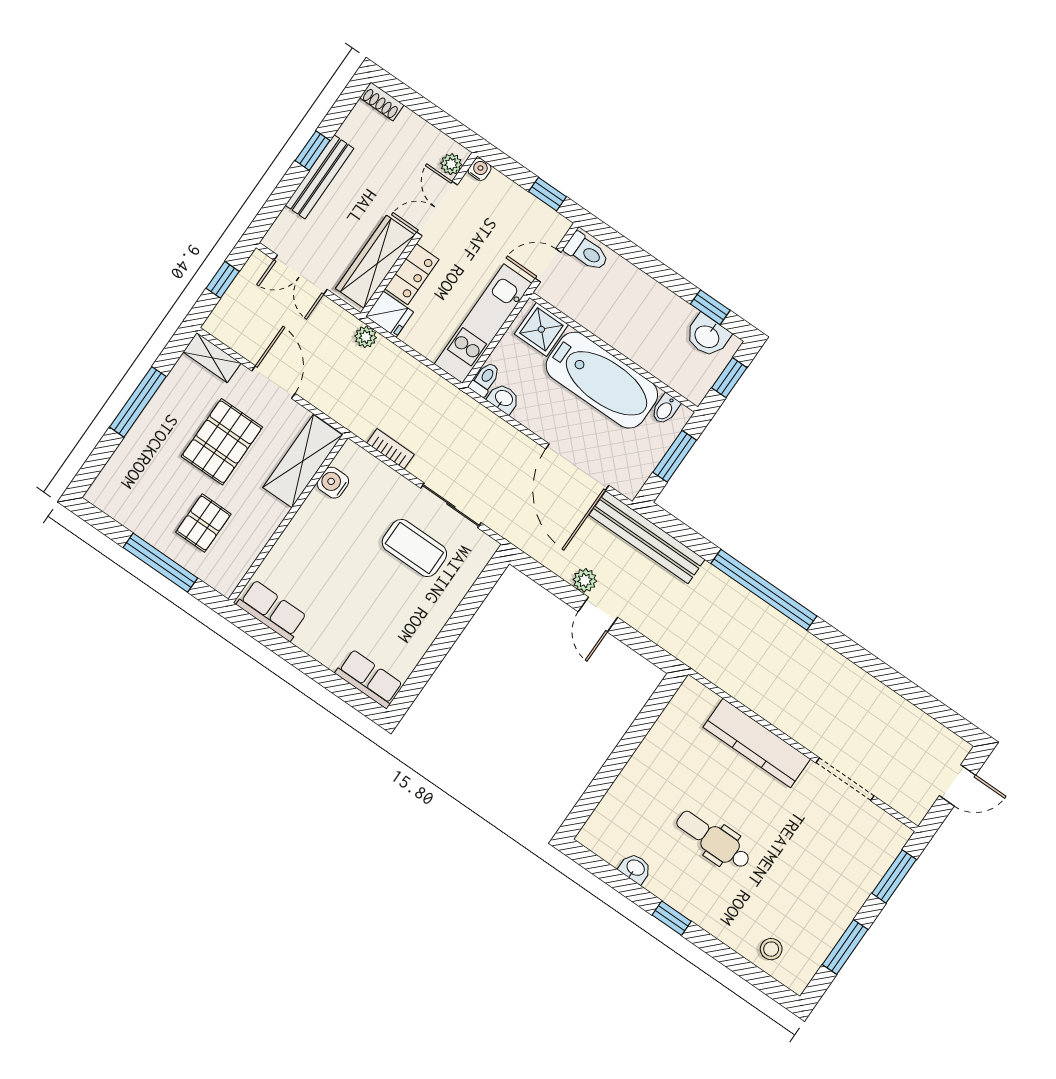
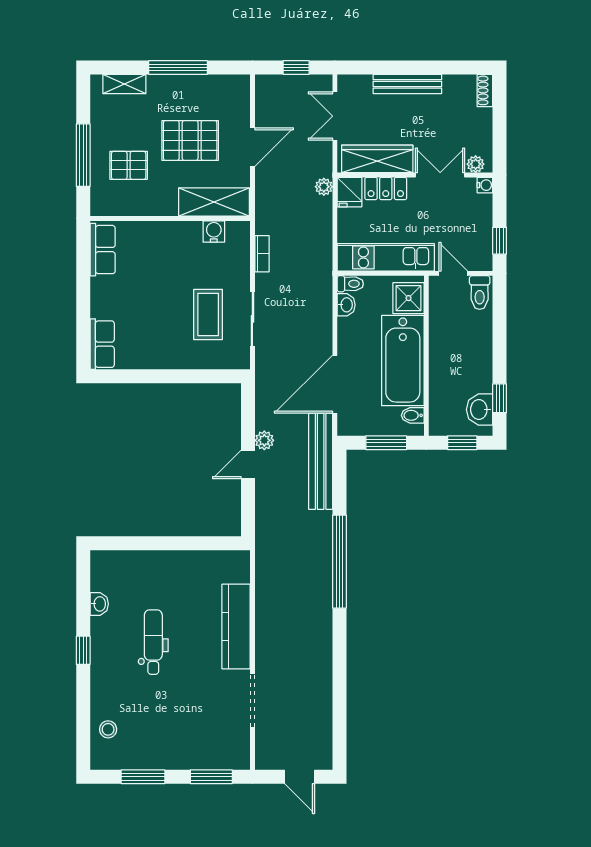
window: (313, 151) -> (421, 67), removed
shelving: (212, 358) -> (124, 84), moved, turned 90

